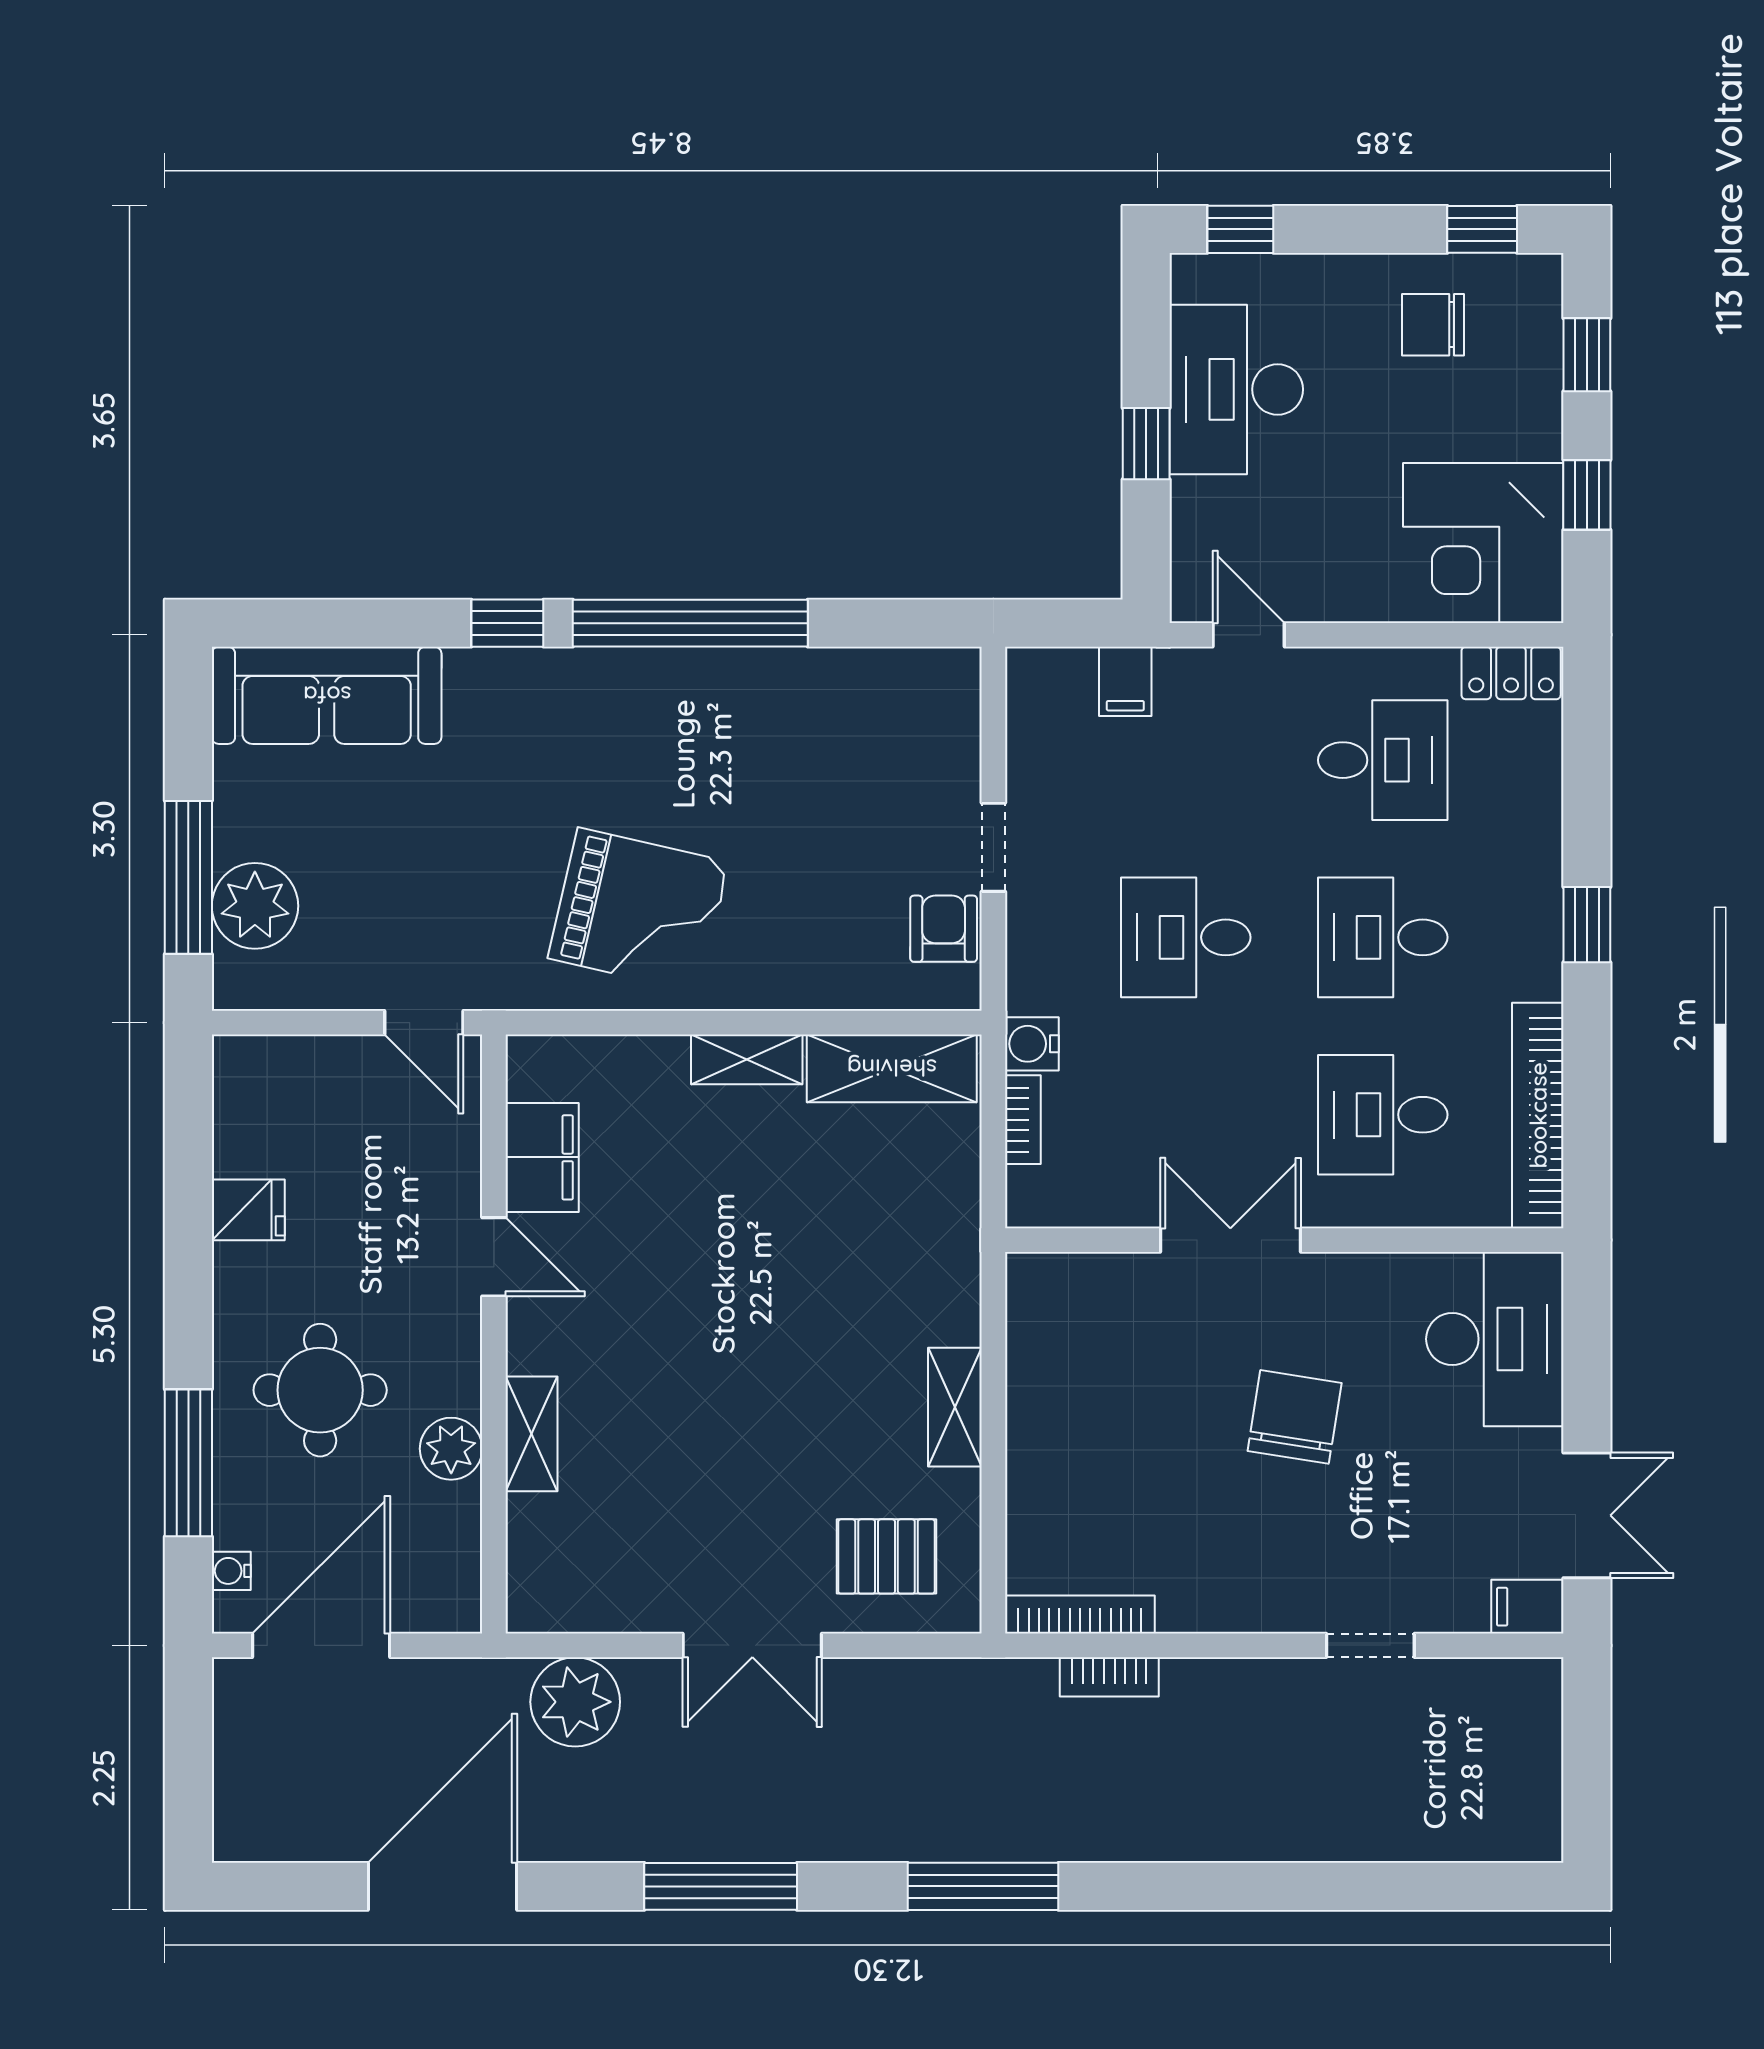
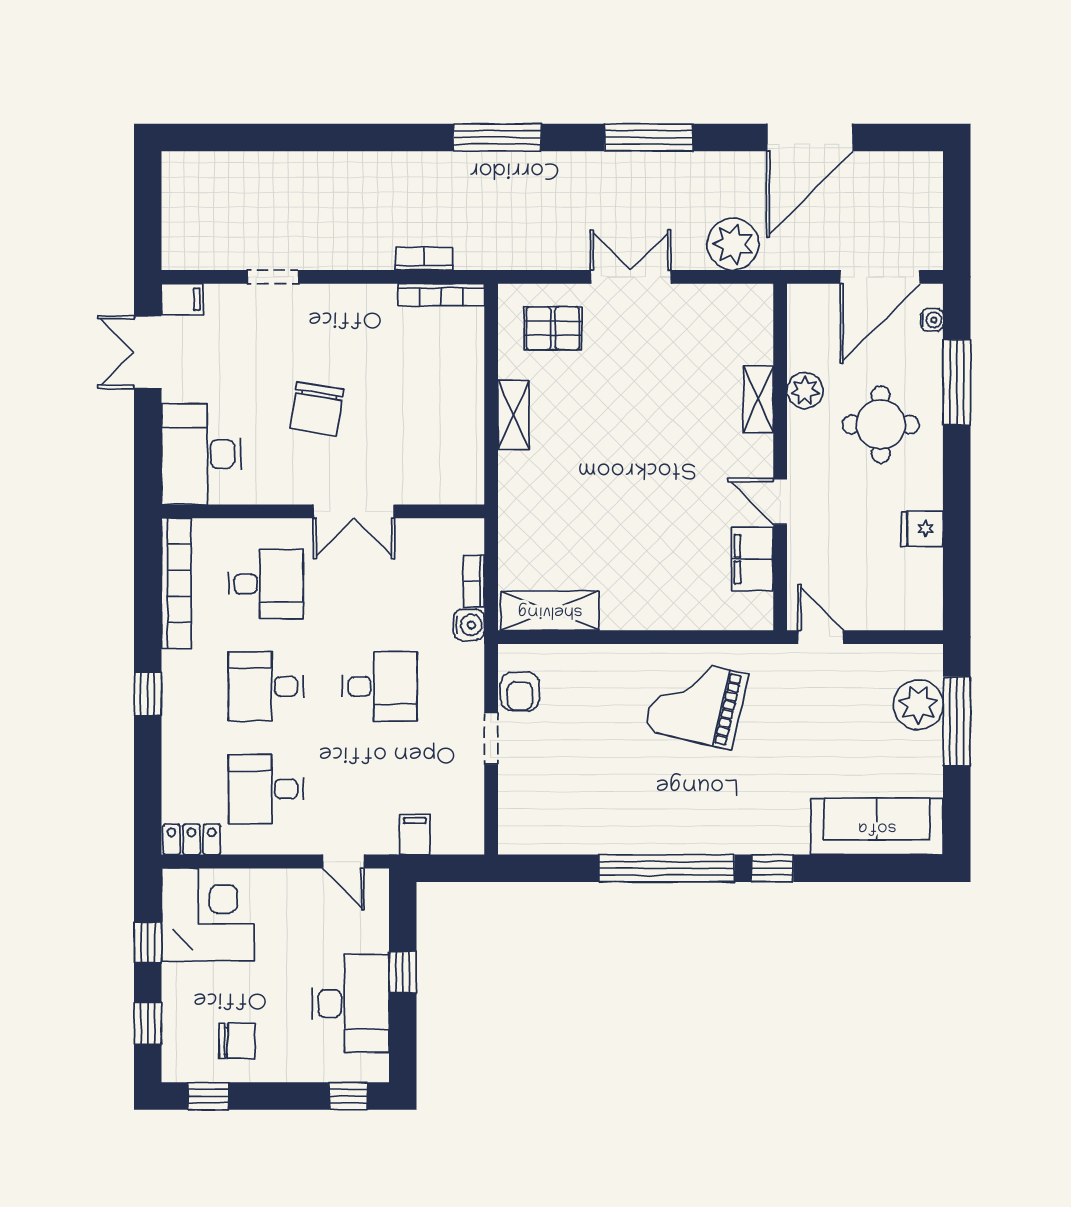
desk: (1383, 937) -> (266, 686), turned 180
shelving: (747, 1059) -> (634, 616), removed

